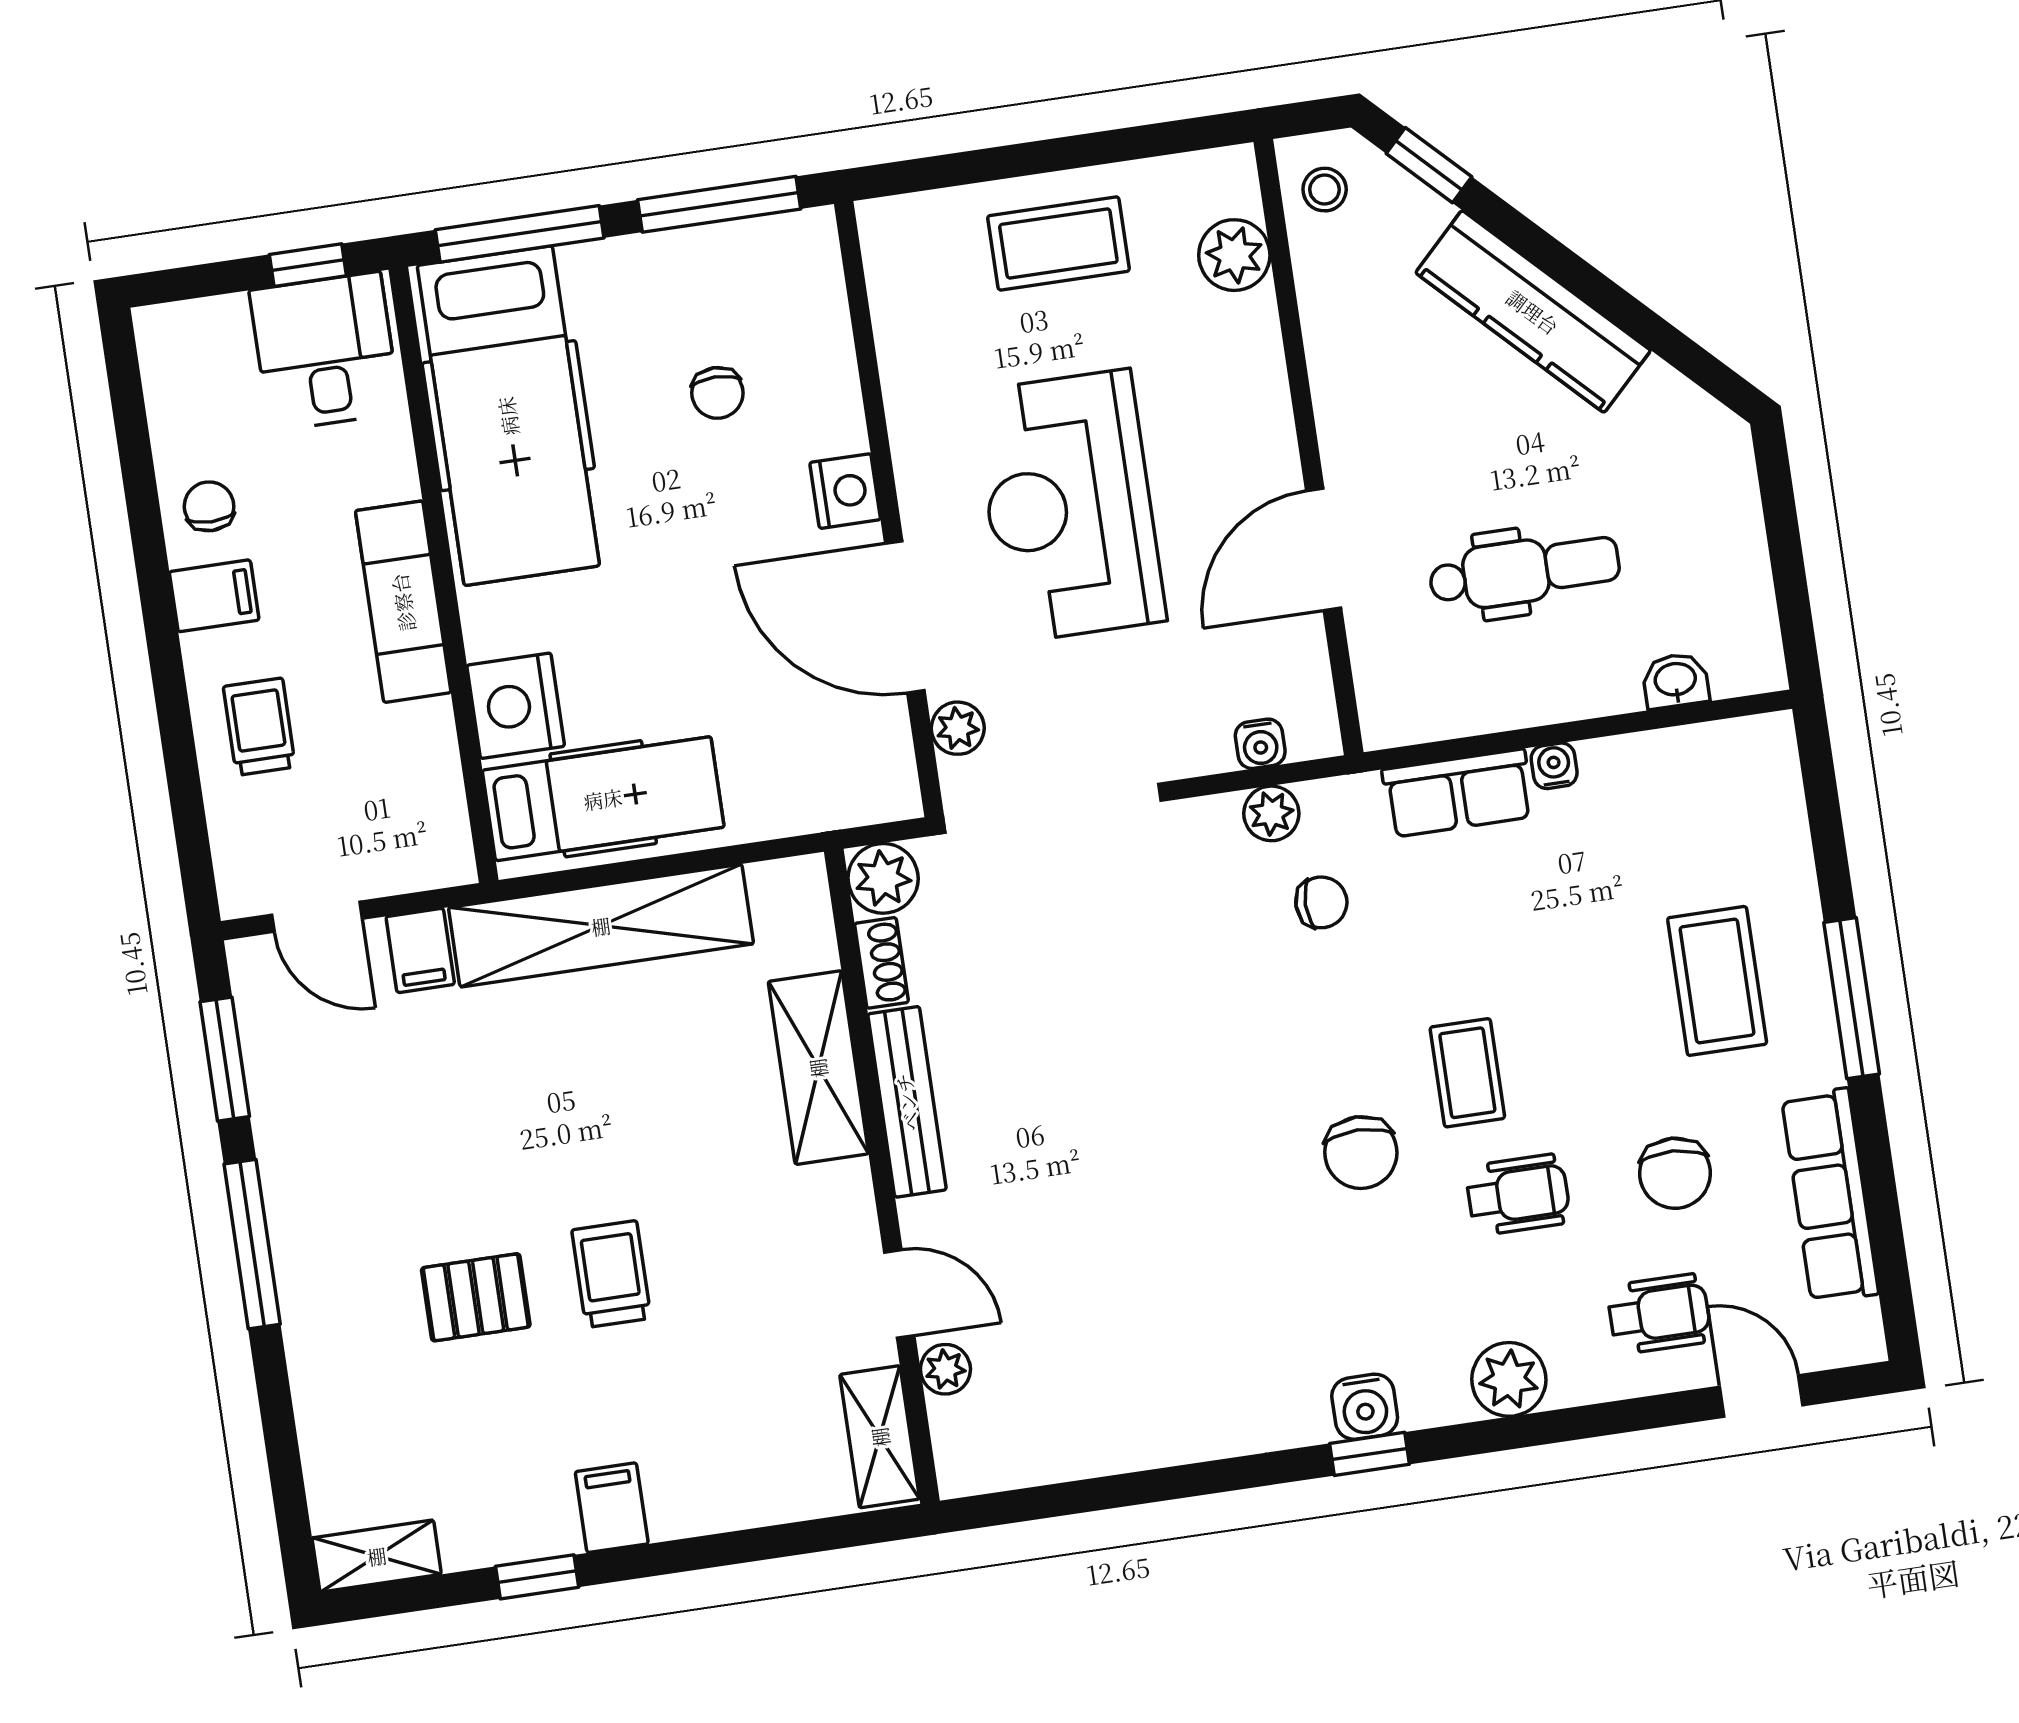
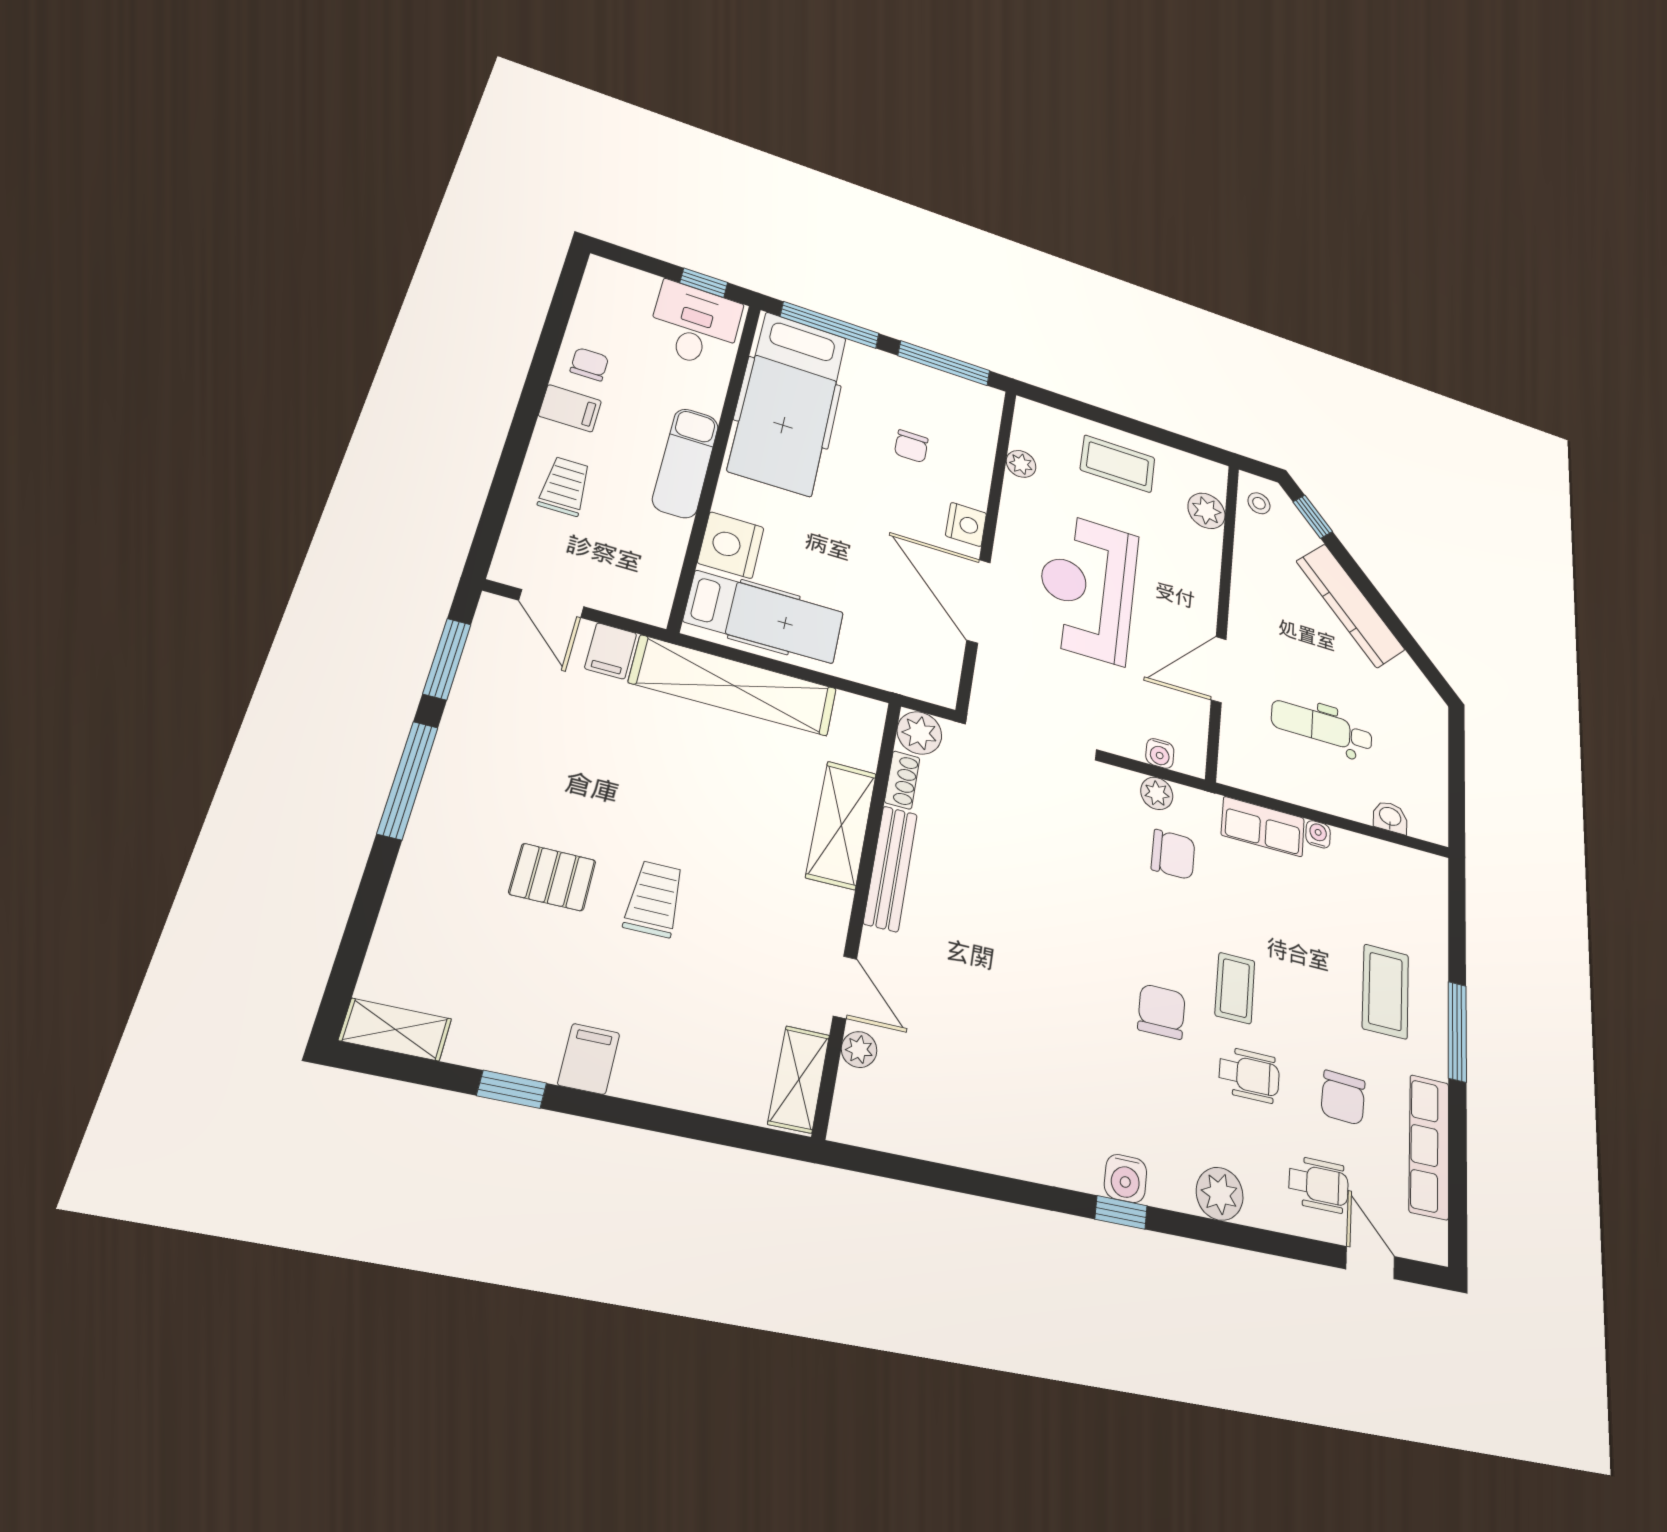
dental chair: (1524, 571) -> (1322, 727), turned 180
plant: (958, 728) -> (1021, 464), moved
chair: (1321, 902) -> (1173, 854), width x1.37, depth x1.37
chair: (1361, 1153) -> (1162, 1011), turned 180

